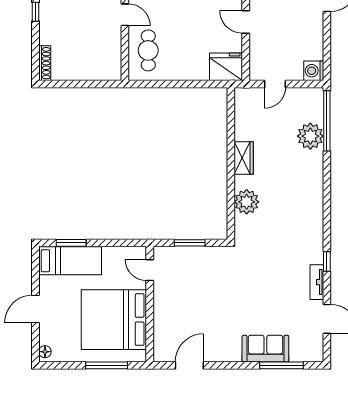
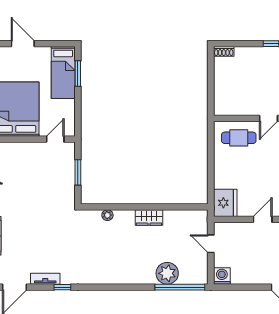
shoe rack: (45, 63) -> (224, 51), width x0.70
plant: (247, 202) -> (107, 215), width x0.53, depth x0.53

